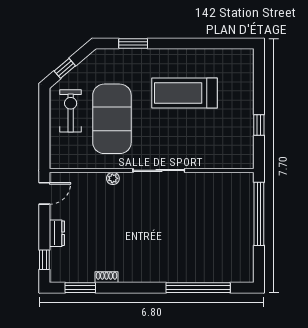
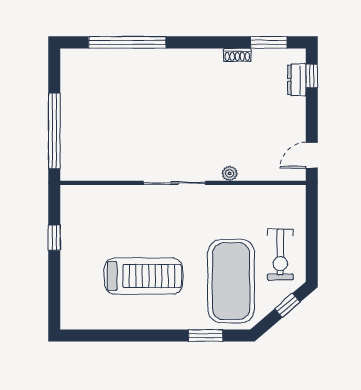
exercise mat: (112, 119) -> (231, 281), moved
dresser: (57, 233) -> (297, 80), moved

